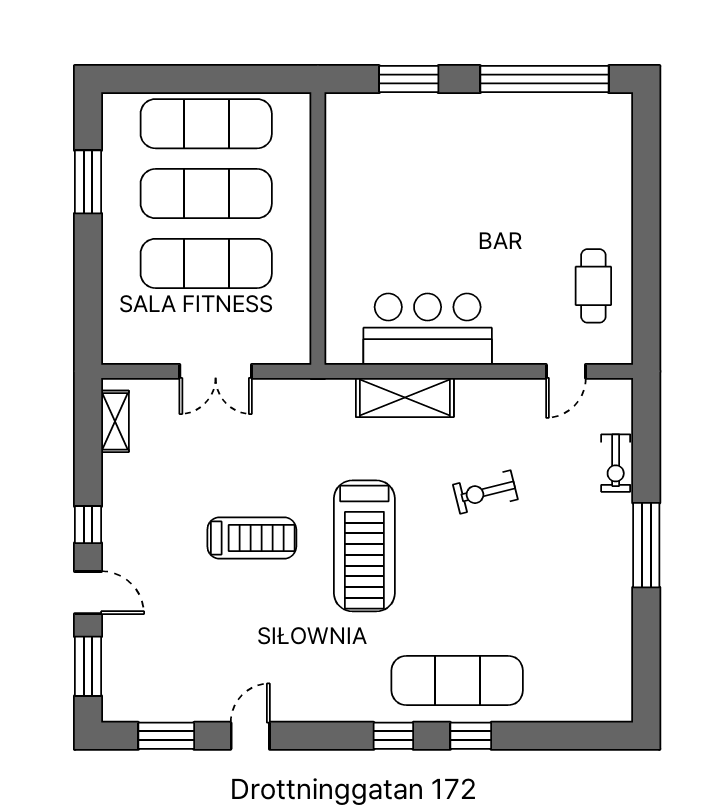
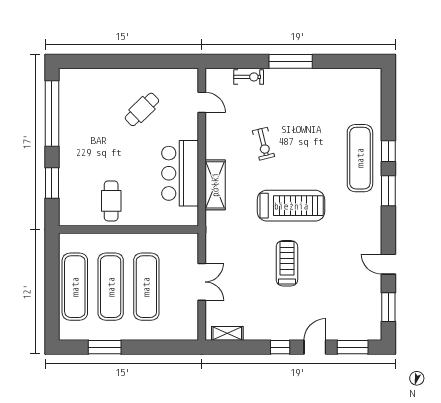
cafe table: (374, 195) -> (111, 201), added
cafe table: (593, 286) -> (142, 109), moved, turned -44
window: (393, 736) -> (388, 191), width x1.50

